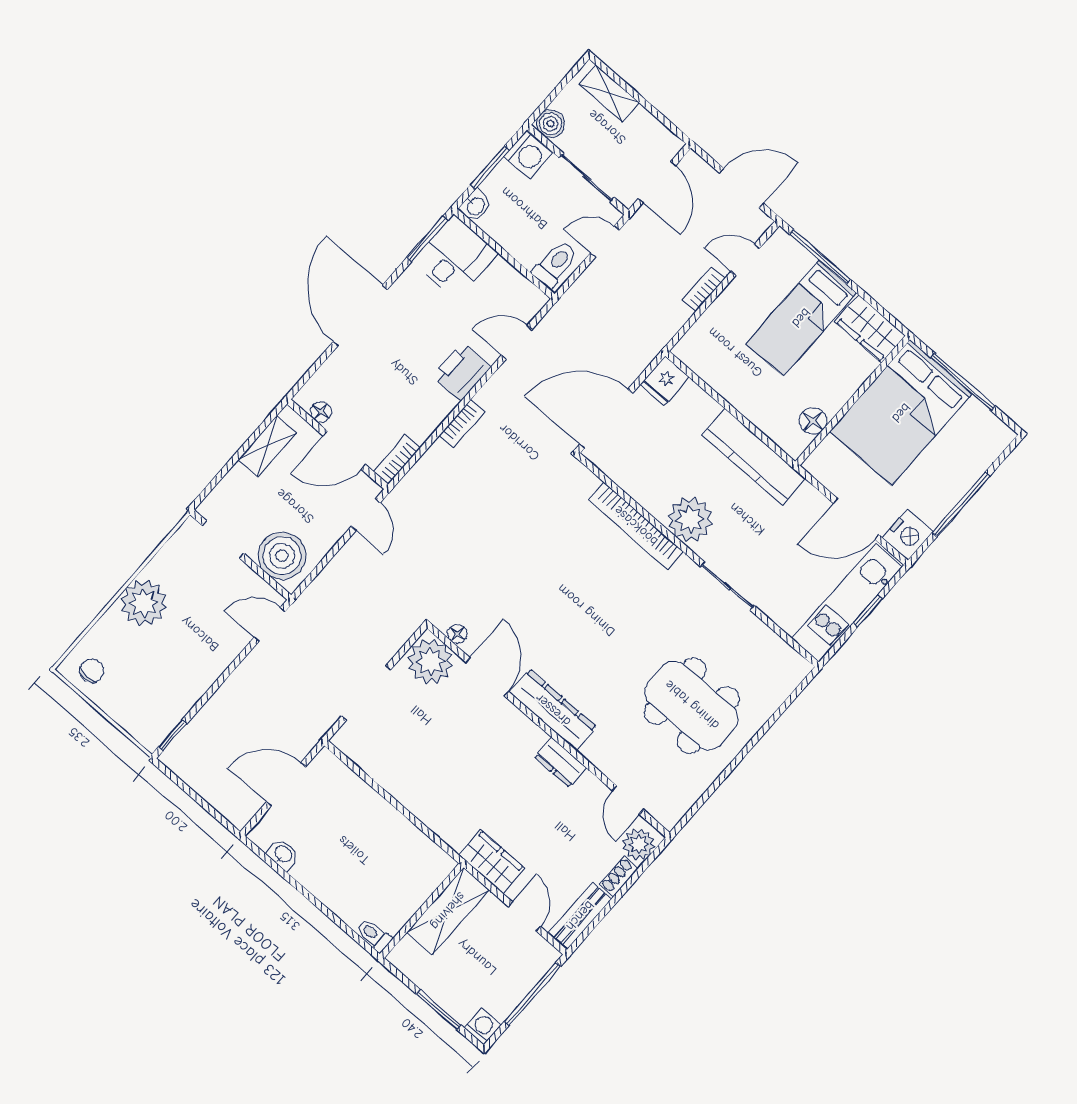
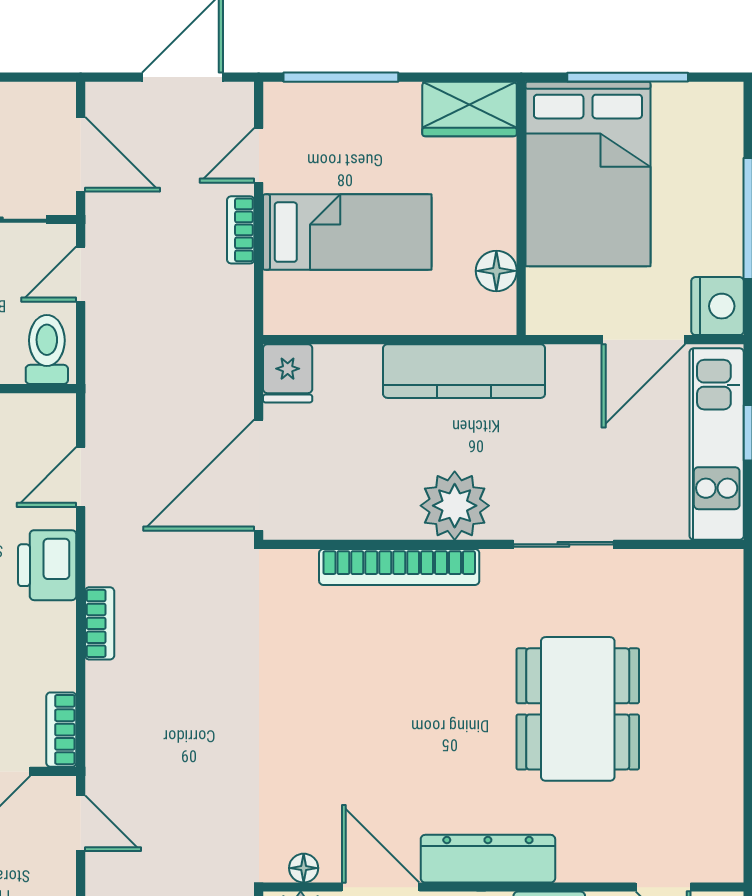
bed: (801, 318) -> (347, 232), moved, turned -90
dining table: (692, 705) -> (578, 709), moved, turned 90

